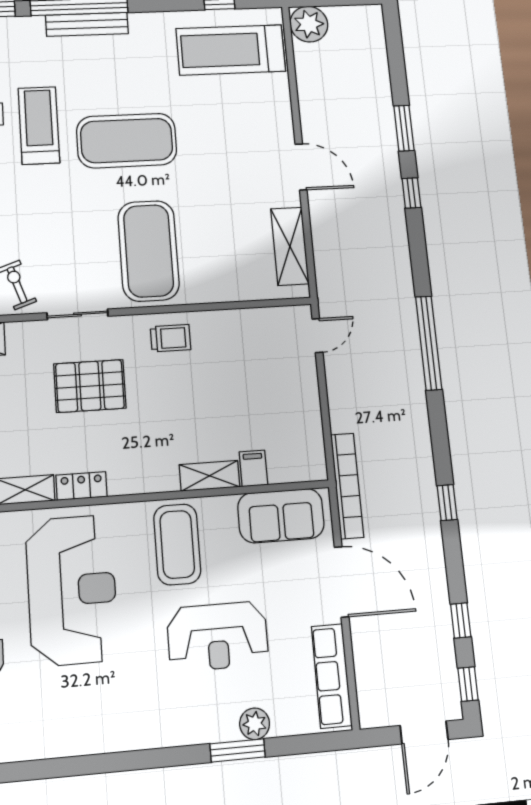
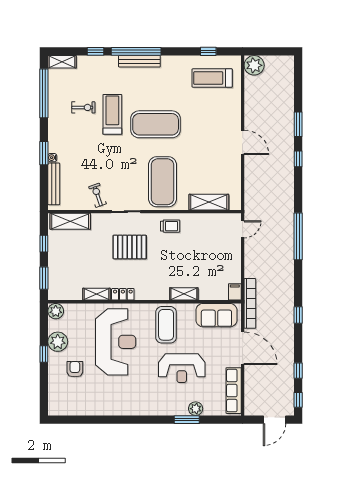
treadmill: (231, 50) -> (212, 78), width x0.73, depth x0.73
shelving: (290, 246) -> (209, 202), moved, turned 90
filing cabinet: (253, 468) -> (235, 292), moved

